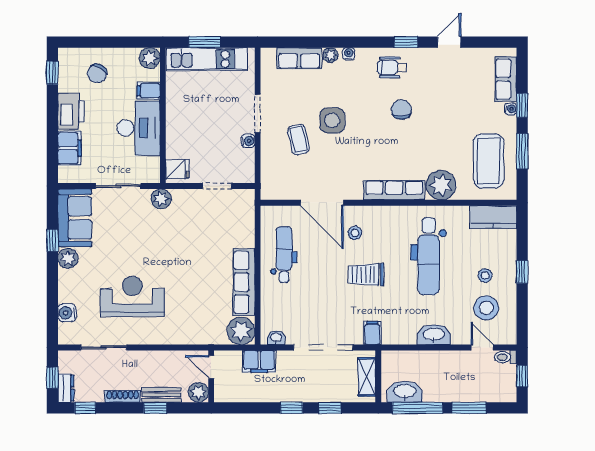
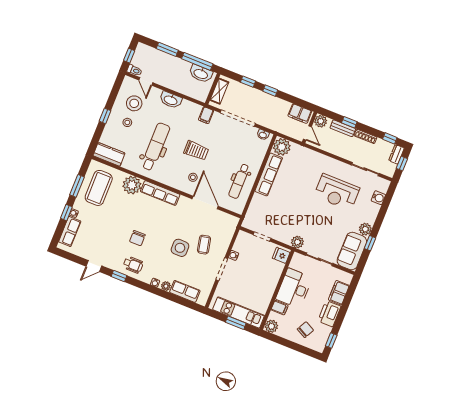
filing cabinet: (259, 361) -> (300, 114), moved, turned 180

